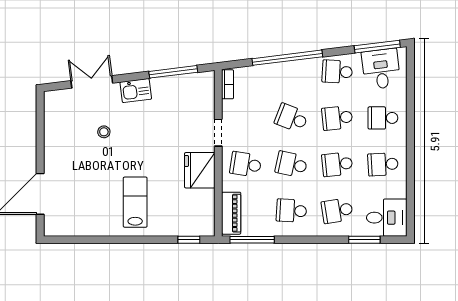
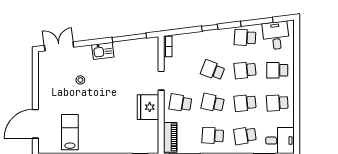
window: (377, 47) -> (257, 22), moved
window: (287, 58) -> (210, 28), width x0.32
double door: (92, 82) -> (59, 46), moved
lab bench: (135, 202) -> (70, 132), moved

